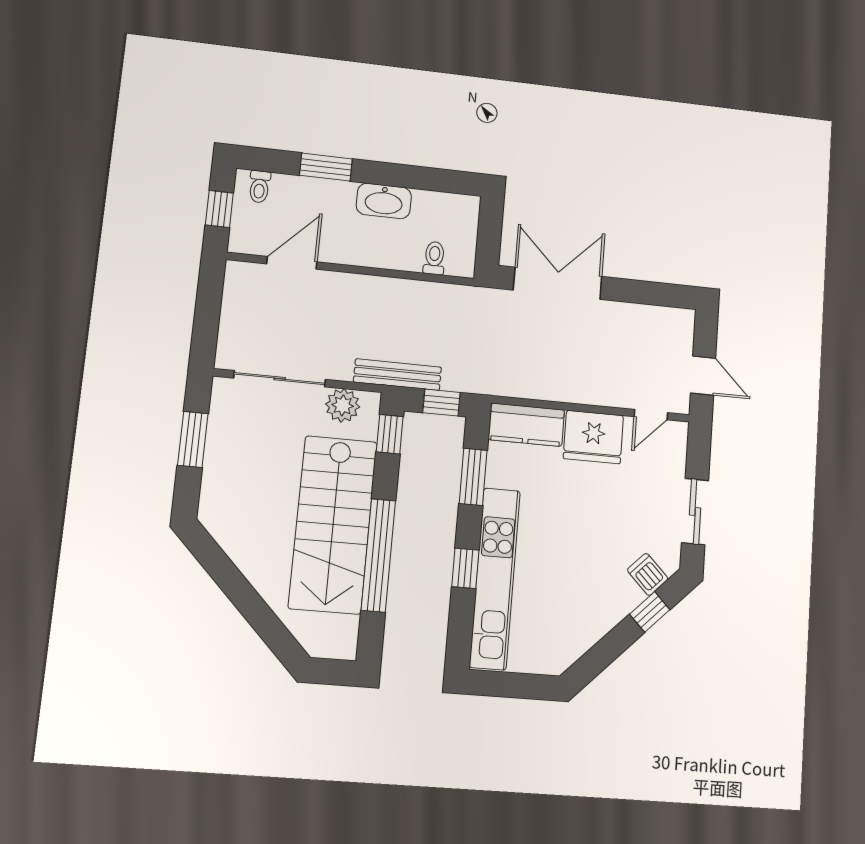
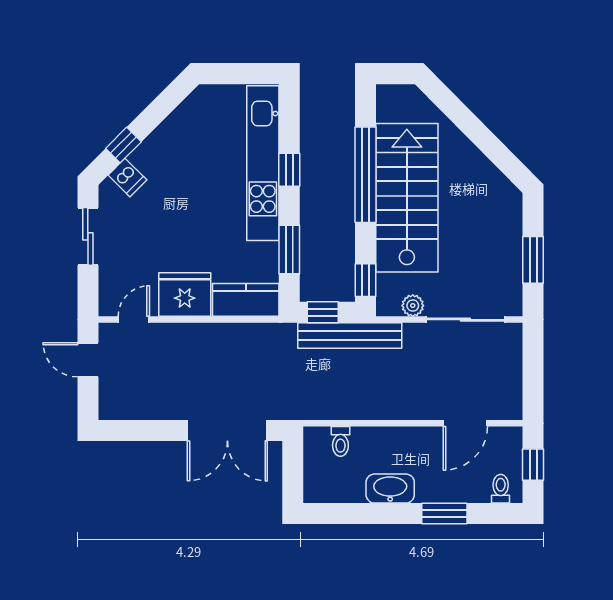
bench: (397, 375) -> (350, 336), width x1.37, depth x1.21
plant: (343, 405) -> (413, 306), width x0.73, depth x0.73

